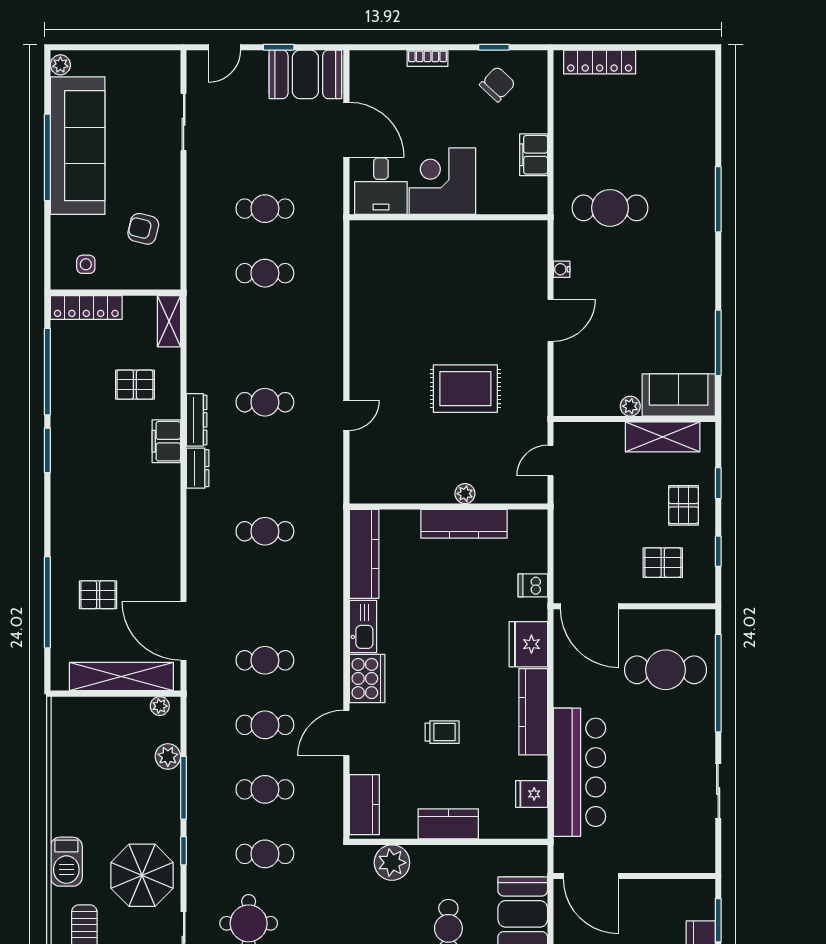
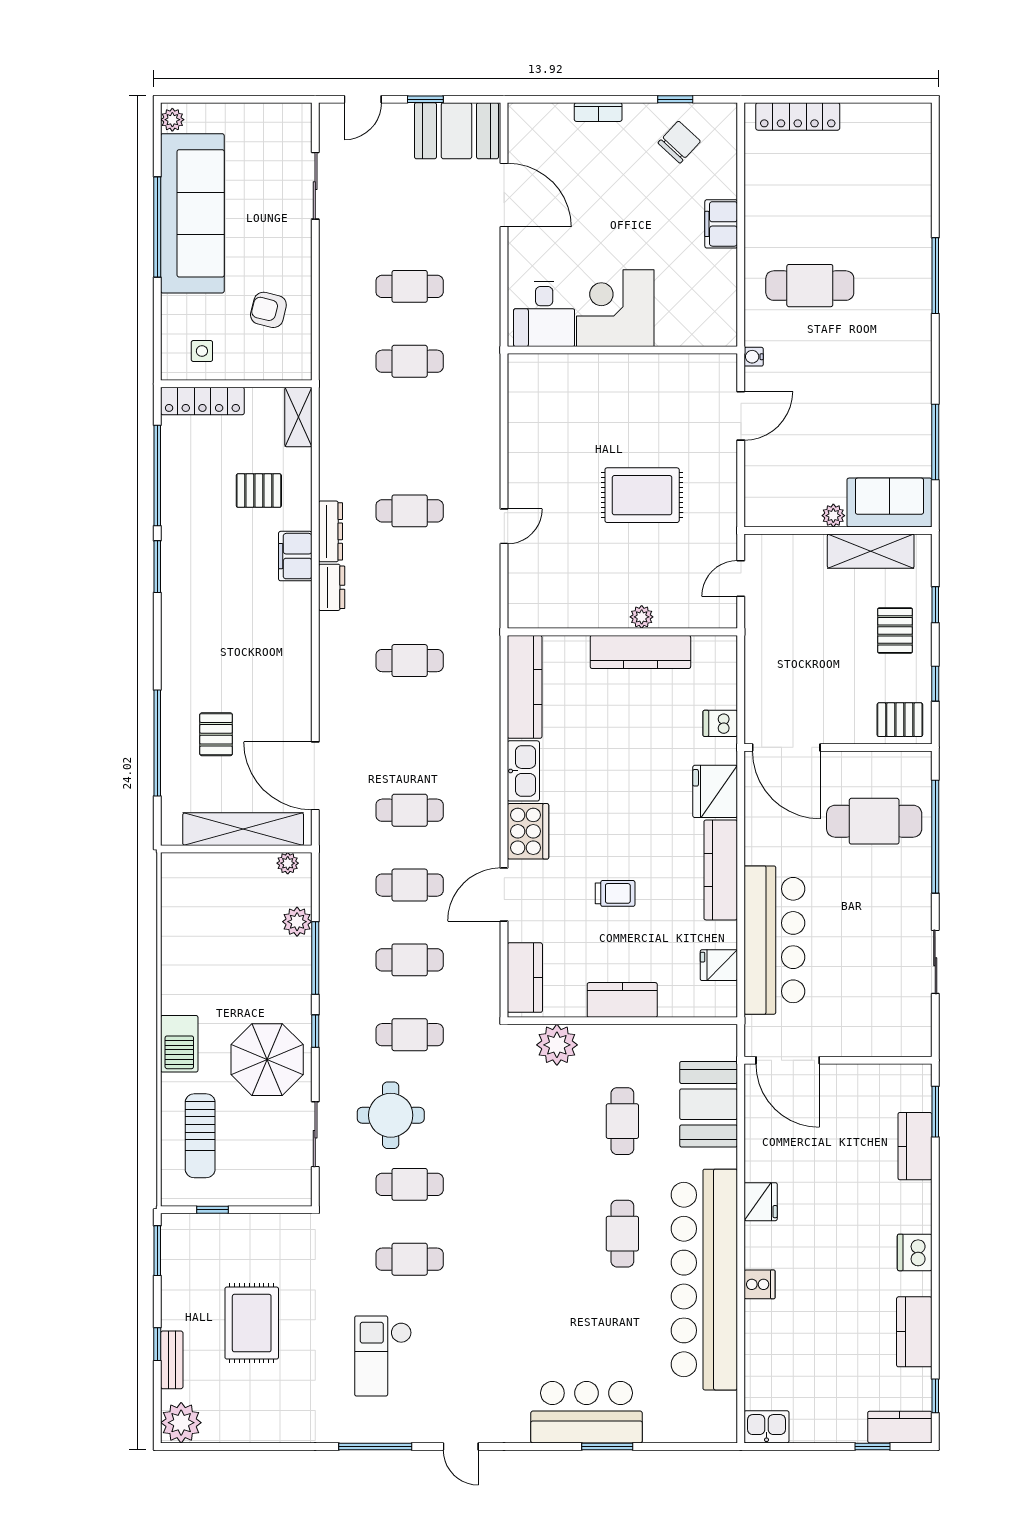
corner desk: (442, 181) -> (615, 308), moved
desk: (381, 186) -> (544, 314), moved
wall: (448, 217) -> (622, 350), moved
pallet: (663, 563) -> (900, 720), moved
pallet: (98, 595) -> (216, 734), turned 90

